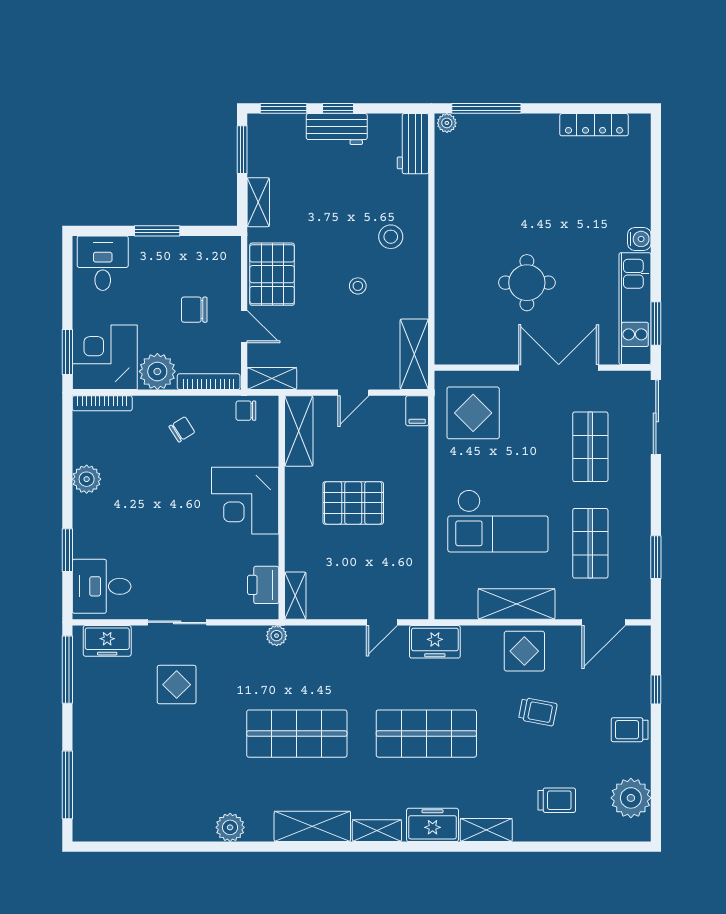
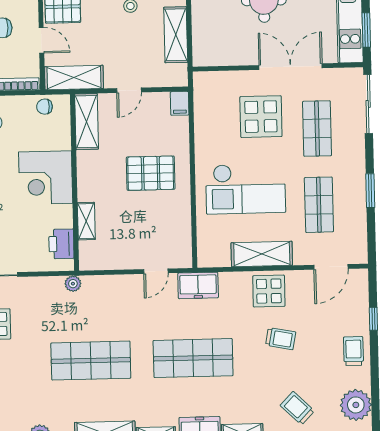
shelving: (414, 354) -> (176, 35), moved
shelving: (272, 379) -> (74, 78), width x1.50, depth x1.33
display table: (473, 413) -> (261, 117), moved
pallet: (353, 503) -> (151, 173), moved
window: (656, 557) -> (370, 191), moved
shelving: (295, 596) -> (86, 221), moved
trolley: (630, 730) -> (353, 351), turned 90
trolley: (557, 800) -> (297, 408), turned -136

